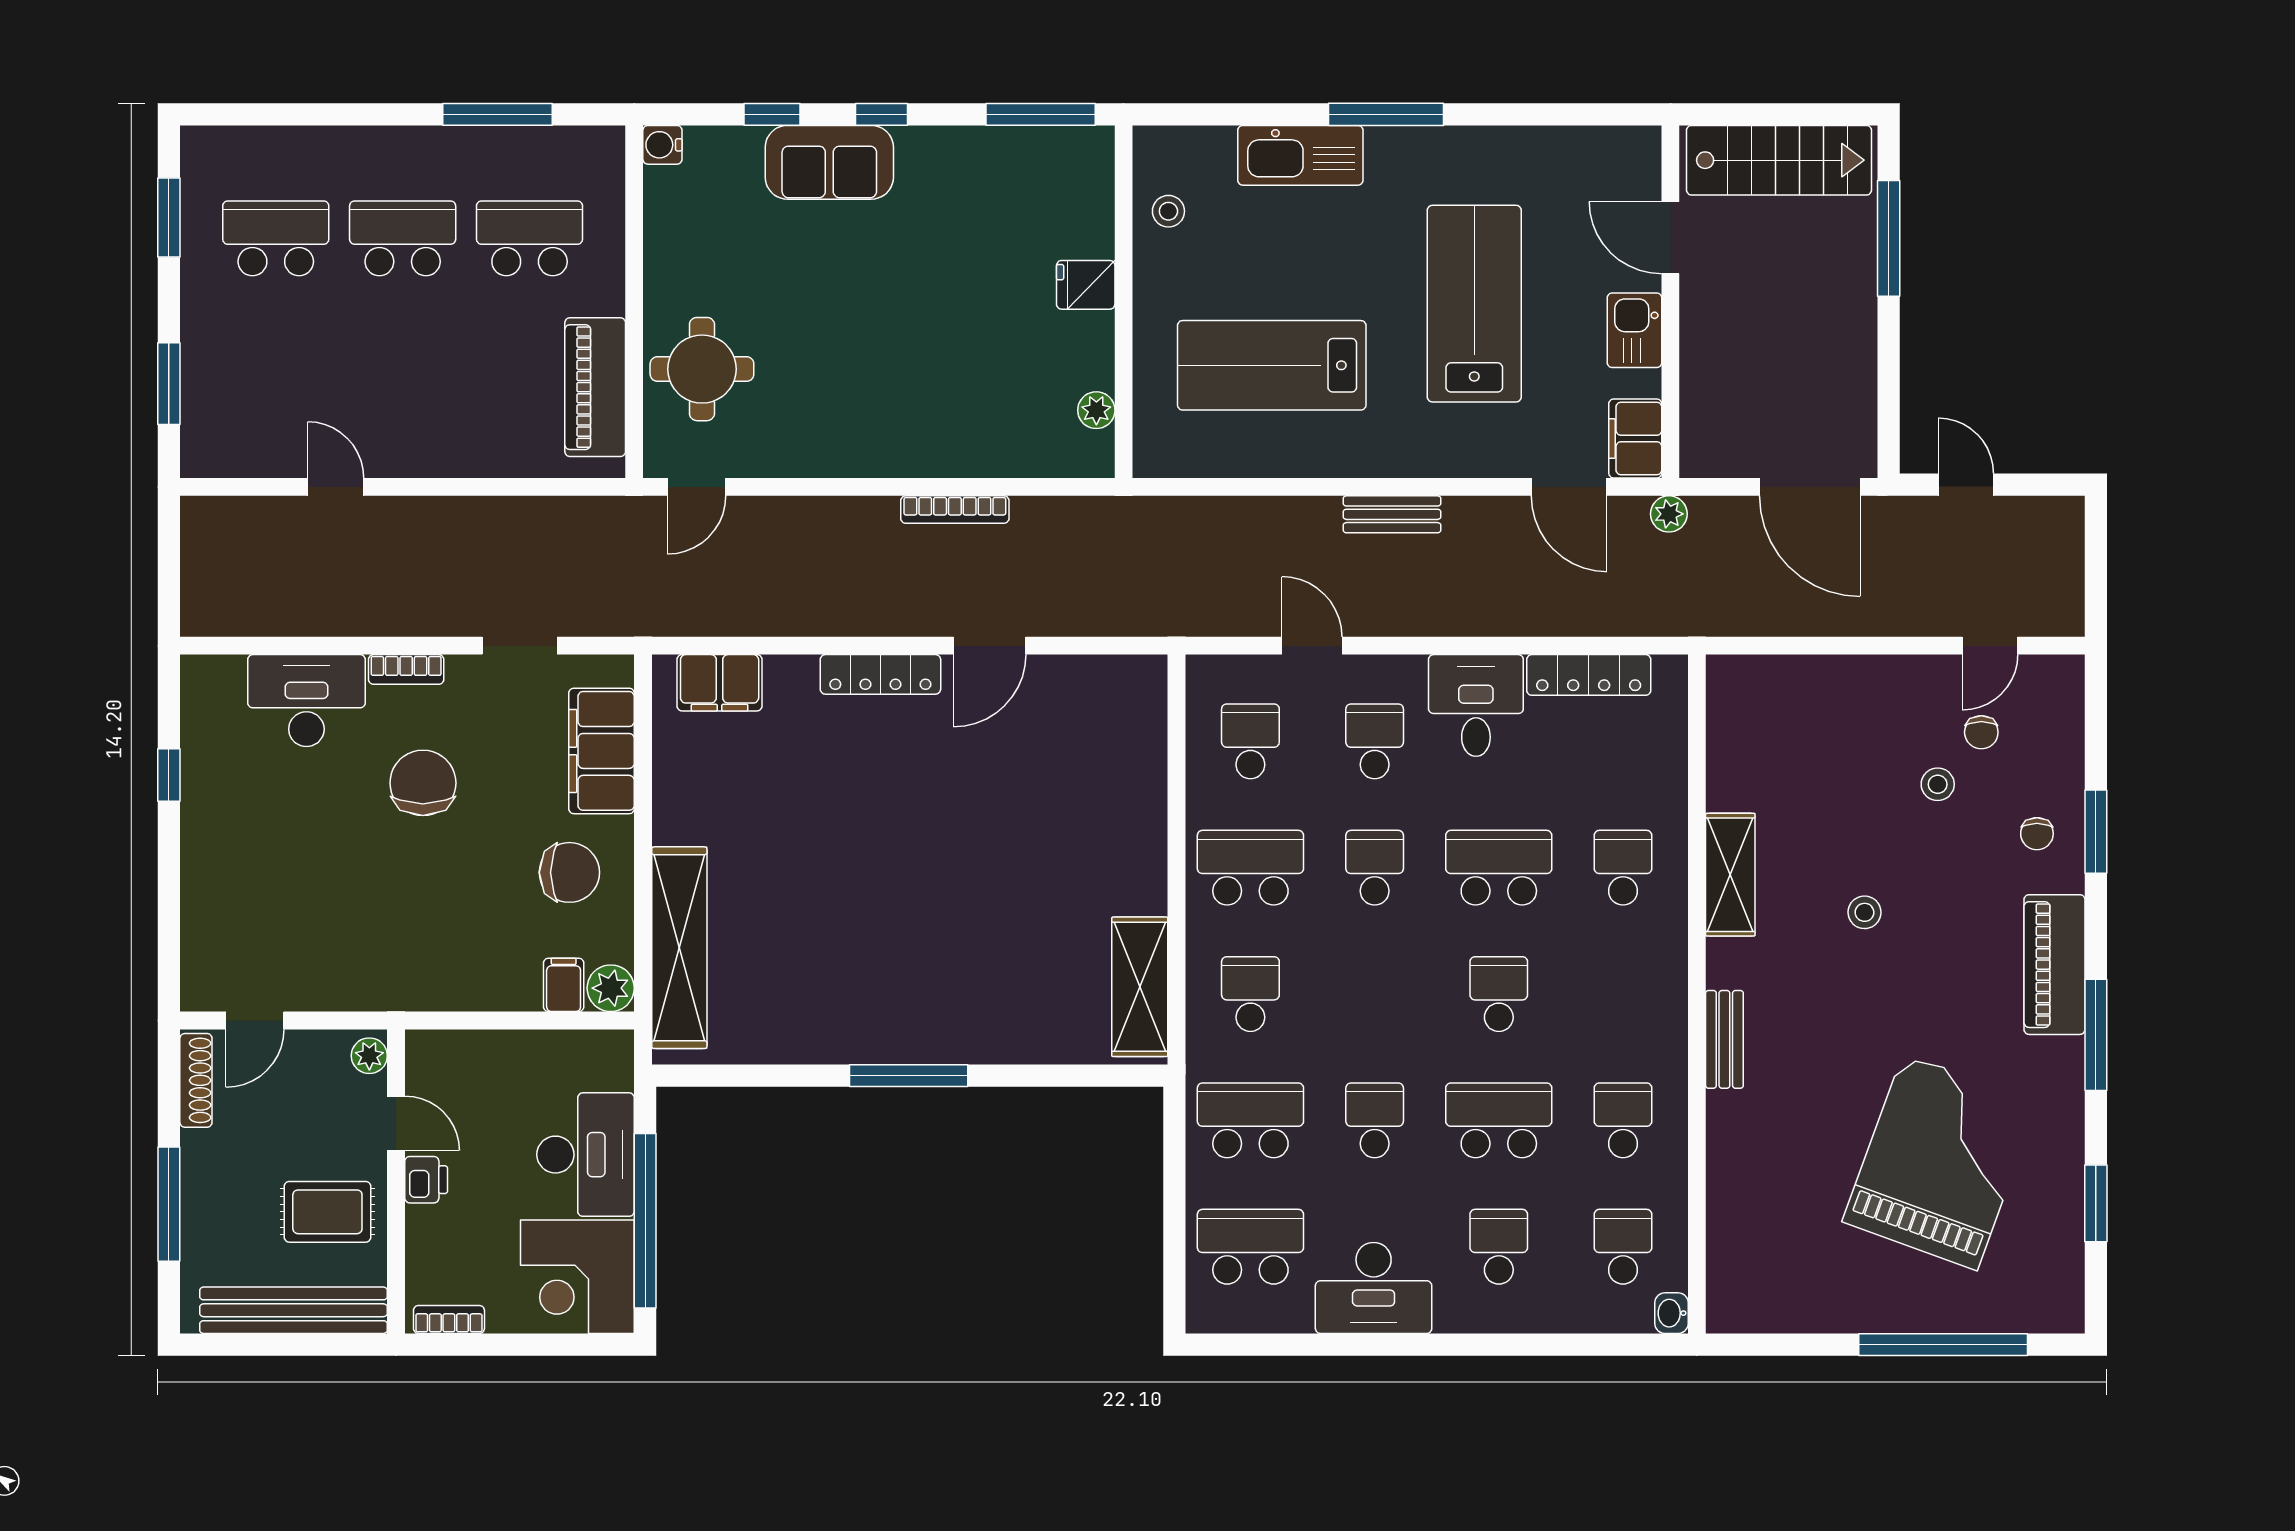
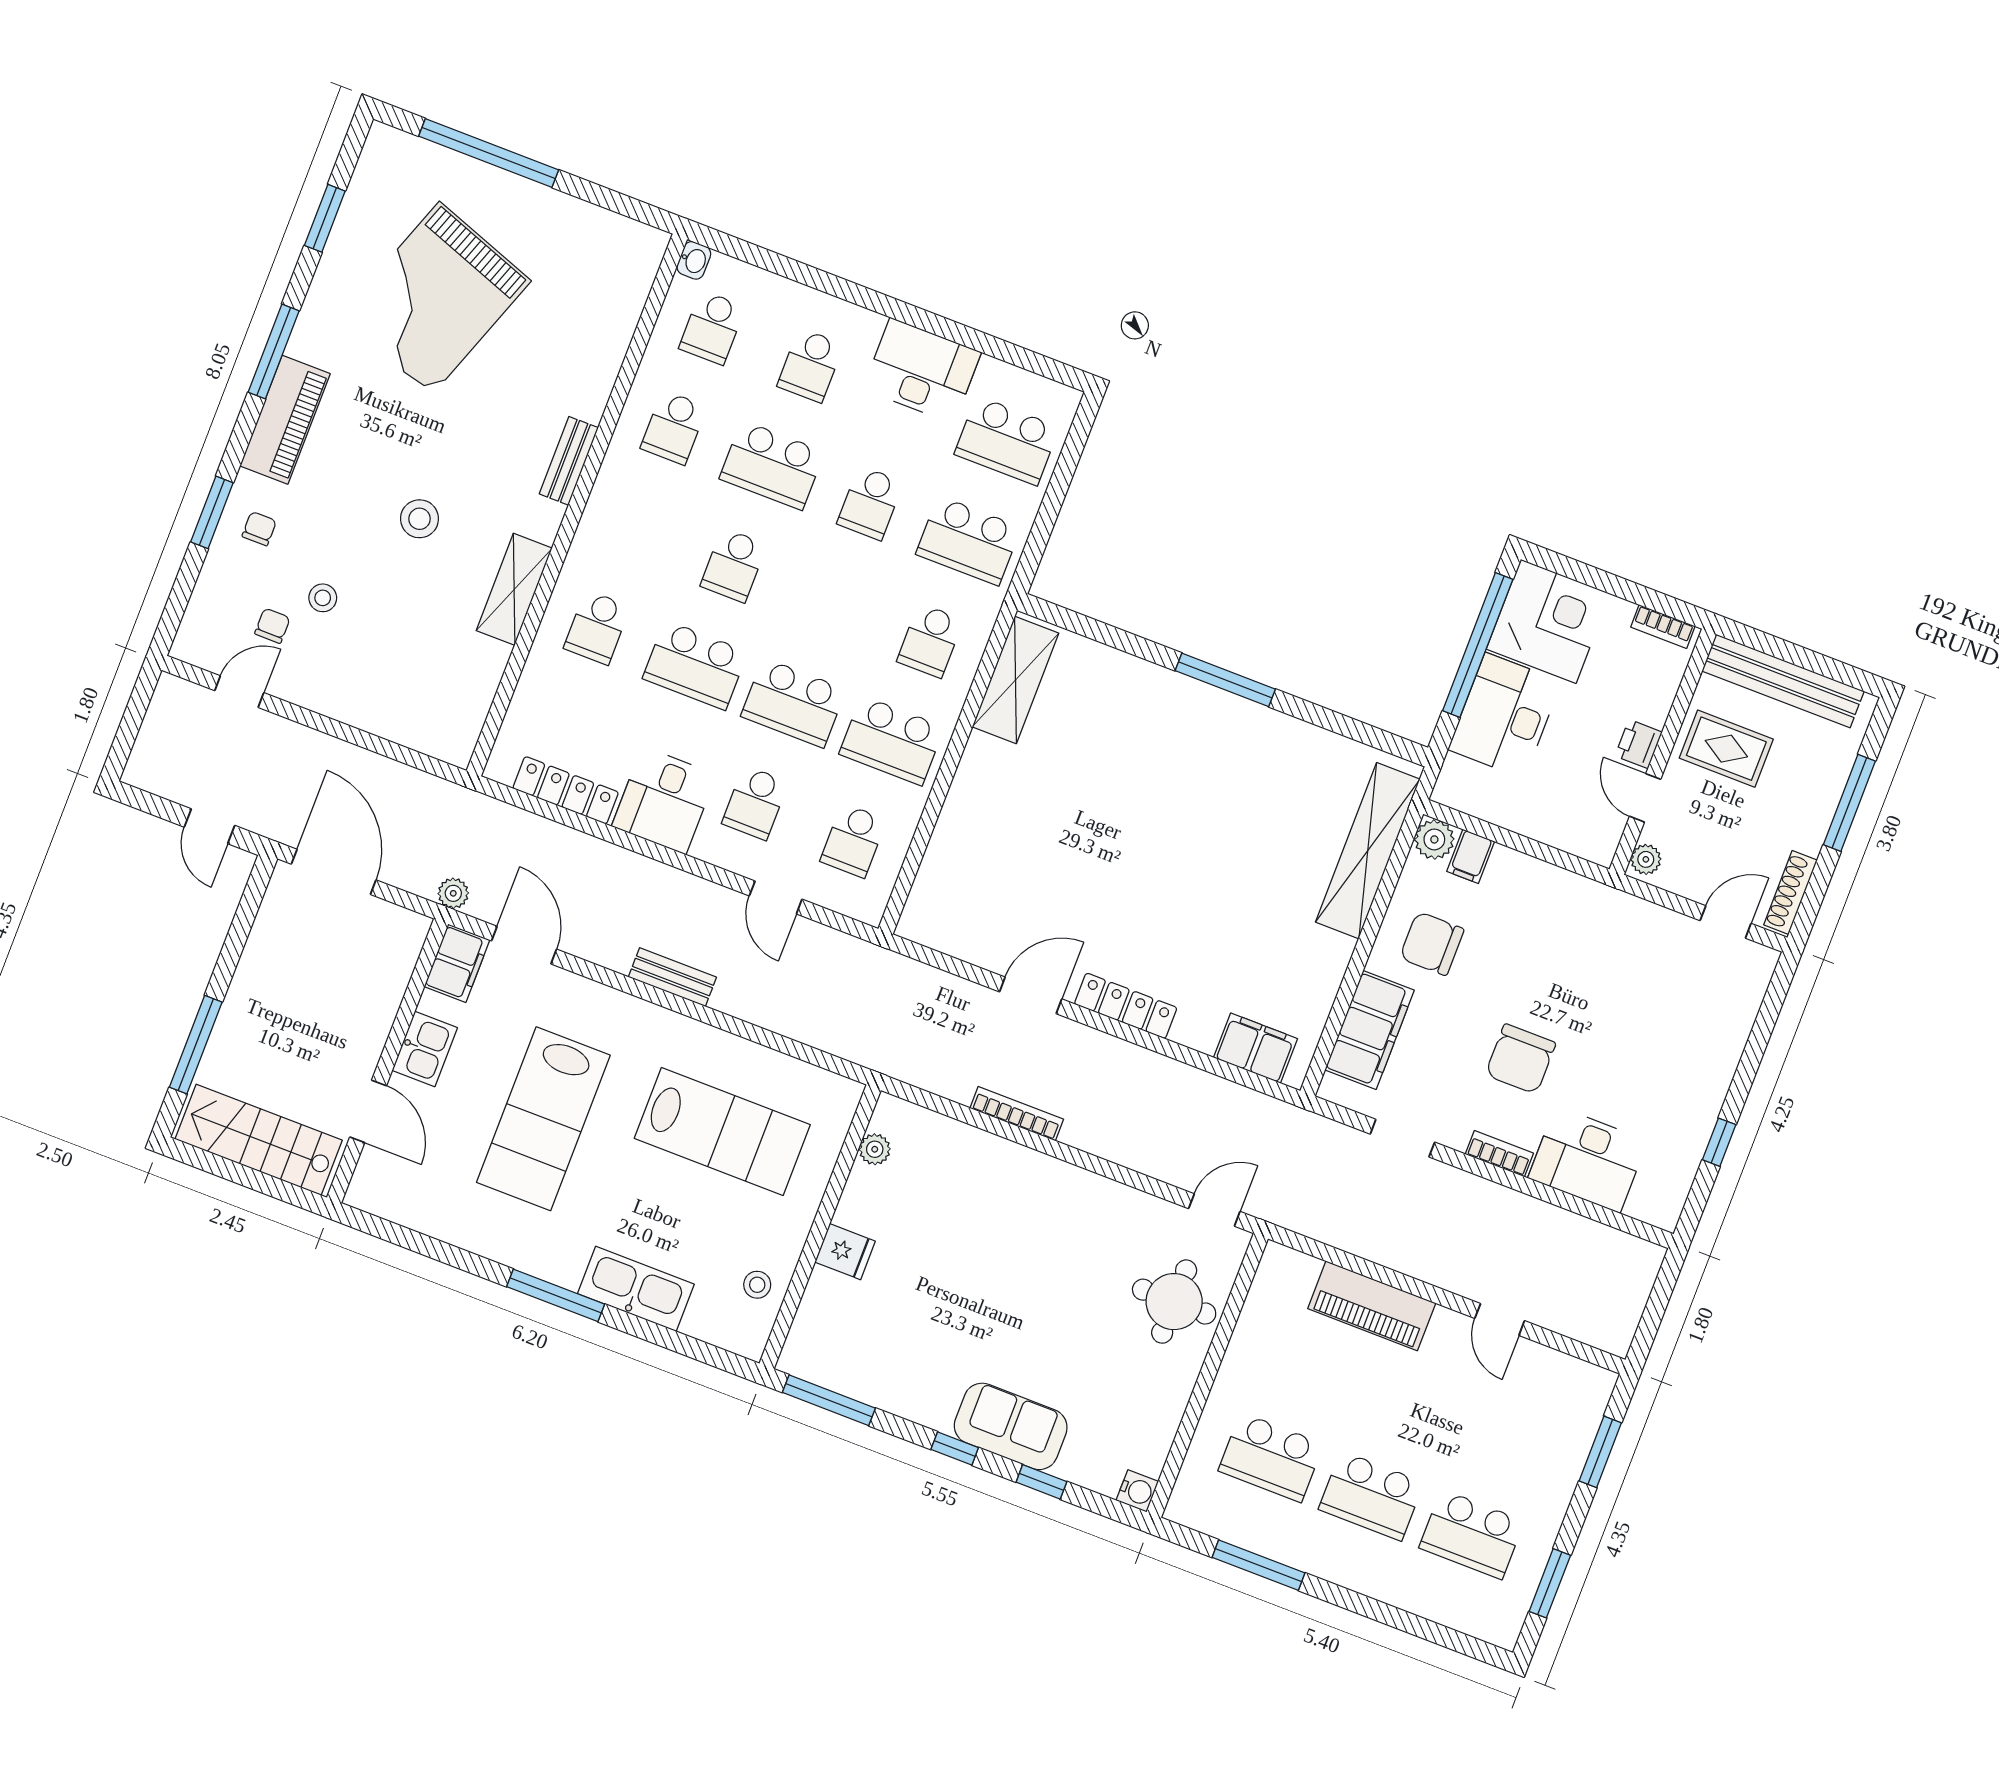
piano: (595, 387) -> (1372, 1306), moved, turned 90
school desk: (1375, 868) -> (793, 703), width x1.85
stool: (1864, 912) -> (419, 519), width x1.37, depth x1.37

